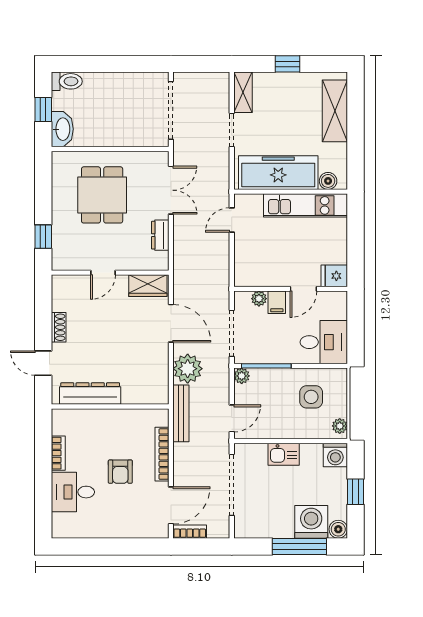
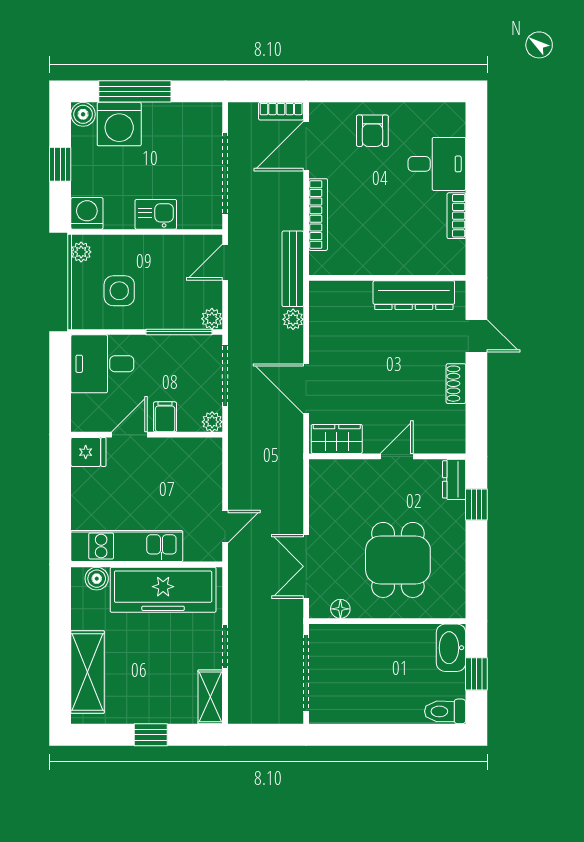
floor lamp: (145, 158) -> (340, 609), added
dresser: (160, 235) -> (454, 479), moved, turned 180
plant: (259, 299) -> (212, 422), moved
plant: (188, 369) -> (293, 319), width x0.53, depth x0.53
armchair: (120, 472) -> (372, 131), moved, turned 180

